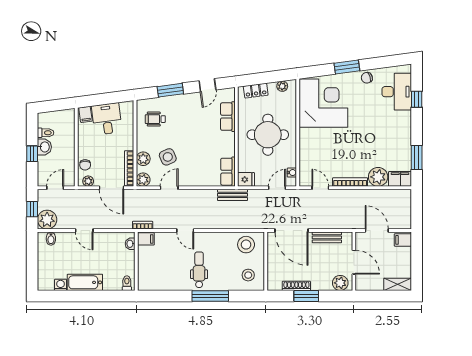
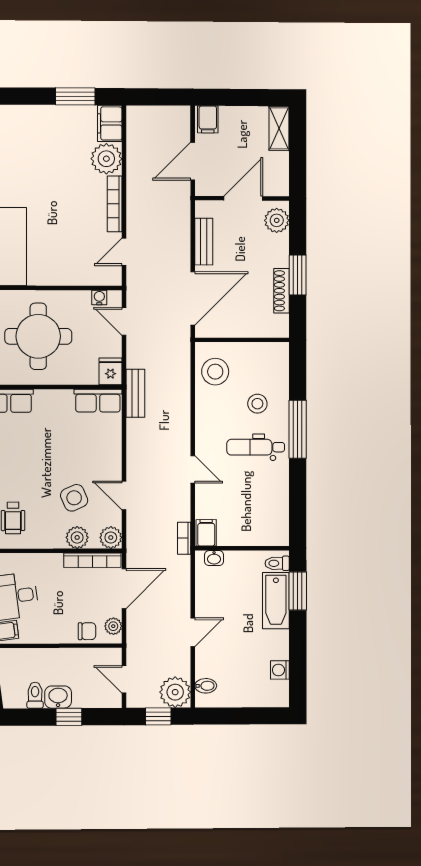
door: (185, 231) -> (193, 469), hinge flipped
stool: (248, 275) -> (257, 404), moved
bathtub: (85, 282) -> (276, 601), moved
window: (110, 296) -> (298, 591), added

